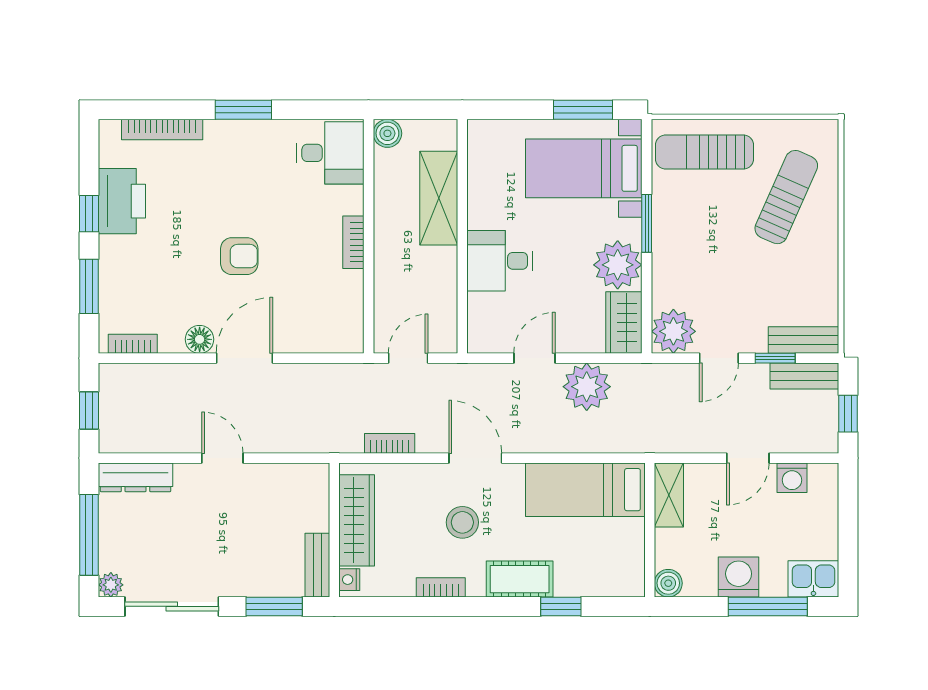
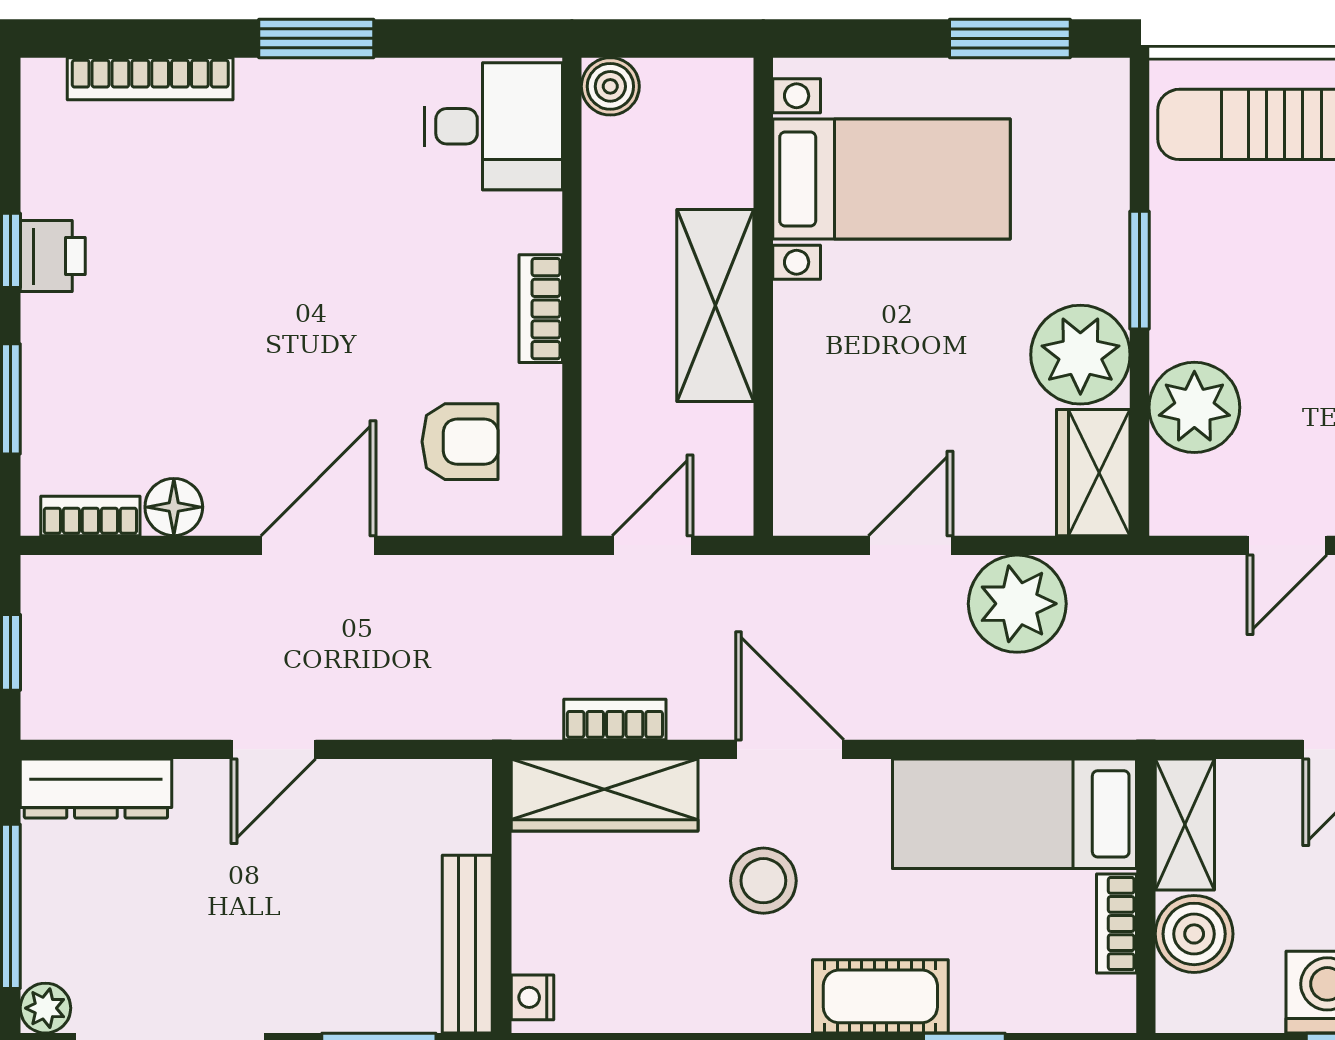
bed with nightstands: (584, 168) -> (891, 179), moved, turned 180
shelving: (439, 198) -> (715, 305), moved
printer: (122, 201) -> (53, 256), width x0.53, depth x0.68
armchair: (239, 256) -> (460, 442), moved
desk: (500, 261) -> (840, 347), removed
plant: (673, 331) -> (1194, 407), moved
floor lamp: (200, 339) -> (174, 507), moved
door: (222, 458) -> (273, 749), swing flipped
wardrobe: (357, 520) -> (605, 795), moved, turned 90
bench: (317, 565) -> (467, 944), width x1.36
boiler: (668, 583) -> (1194, 934), moved, width x1.36, depth x1.36
bookcase: (441, 587) -> (1116, 924), moved, turned -90

